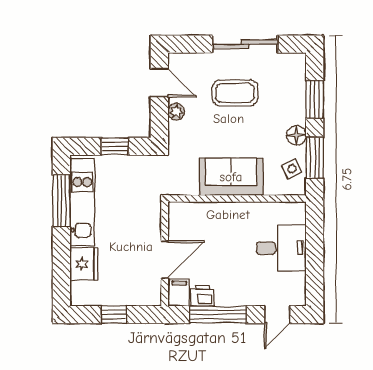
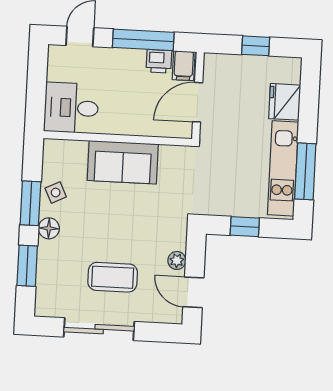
sofa: (231, 177) -> (123, 162), moved
wall: (237, 199) -> (118, 138), moved

